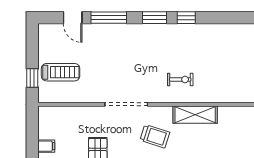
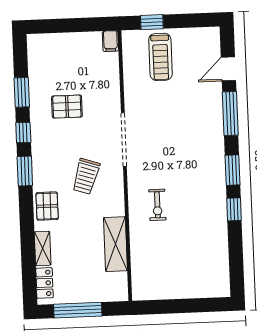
shelving: (195, 115) -> (115, 244), moved
filing cabinet: (46, 146) -> (110, 41), moved

